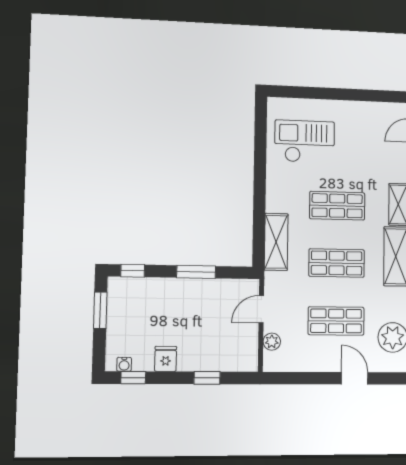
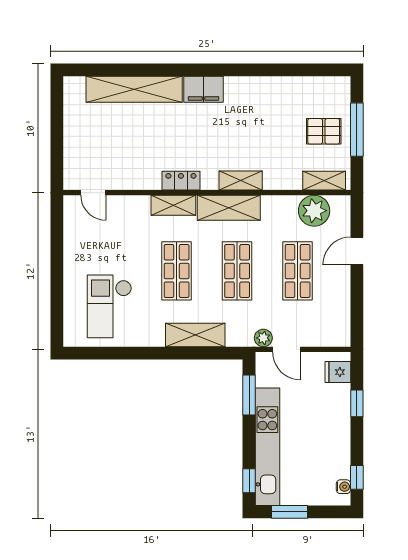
shelving: (276, 242) -> (195, 335), moved
window: (196, 272) -> (249, 395), moved
kitchen unit: (166, 289) -> (267, 447), added
plant: (272, 342) -> (263, 338), moved
fridge: (166, 359) -> (338, 372), moved

